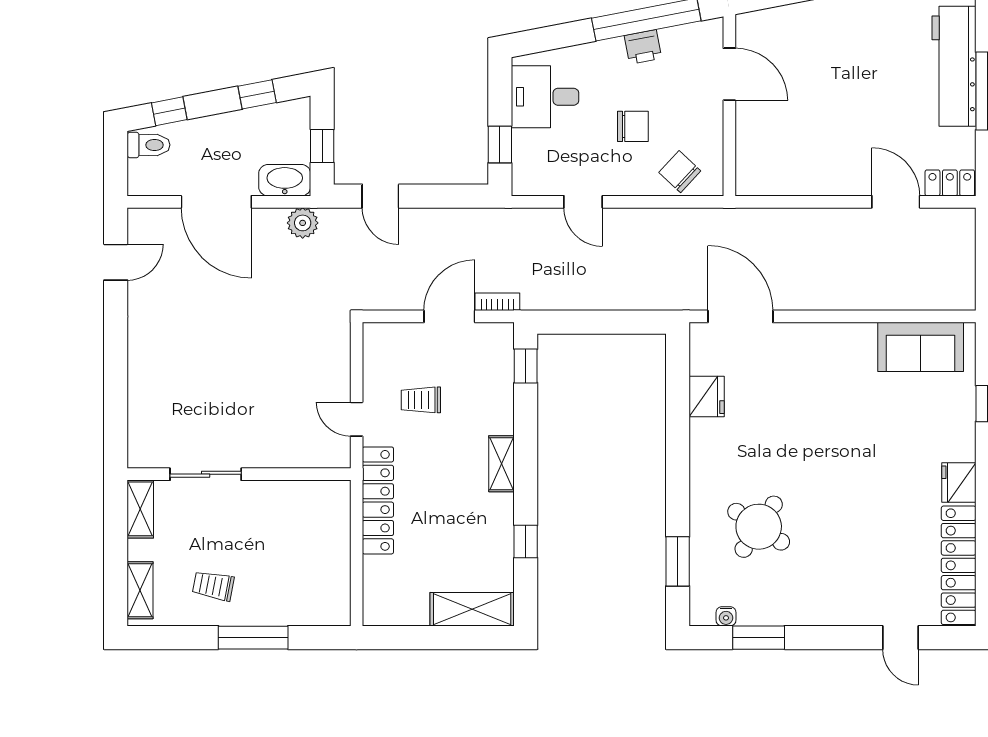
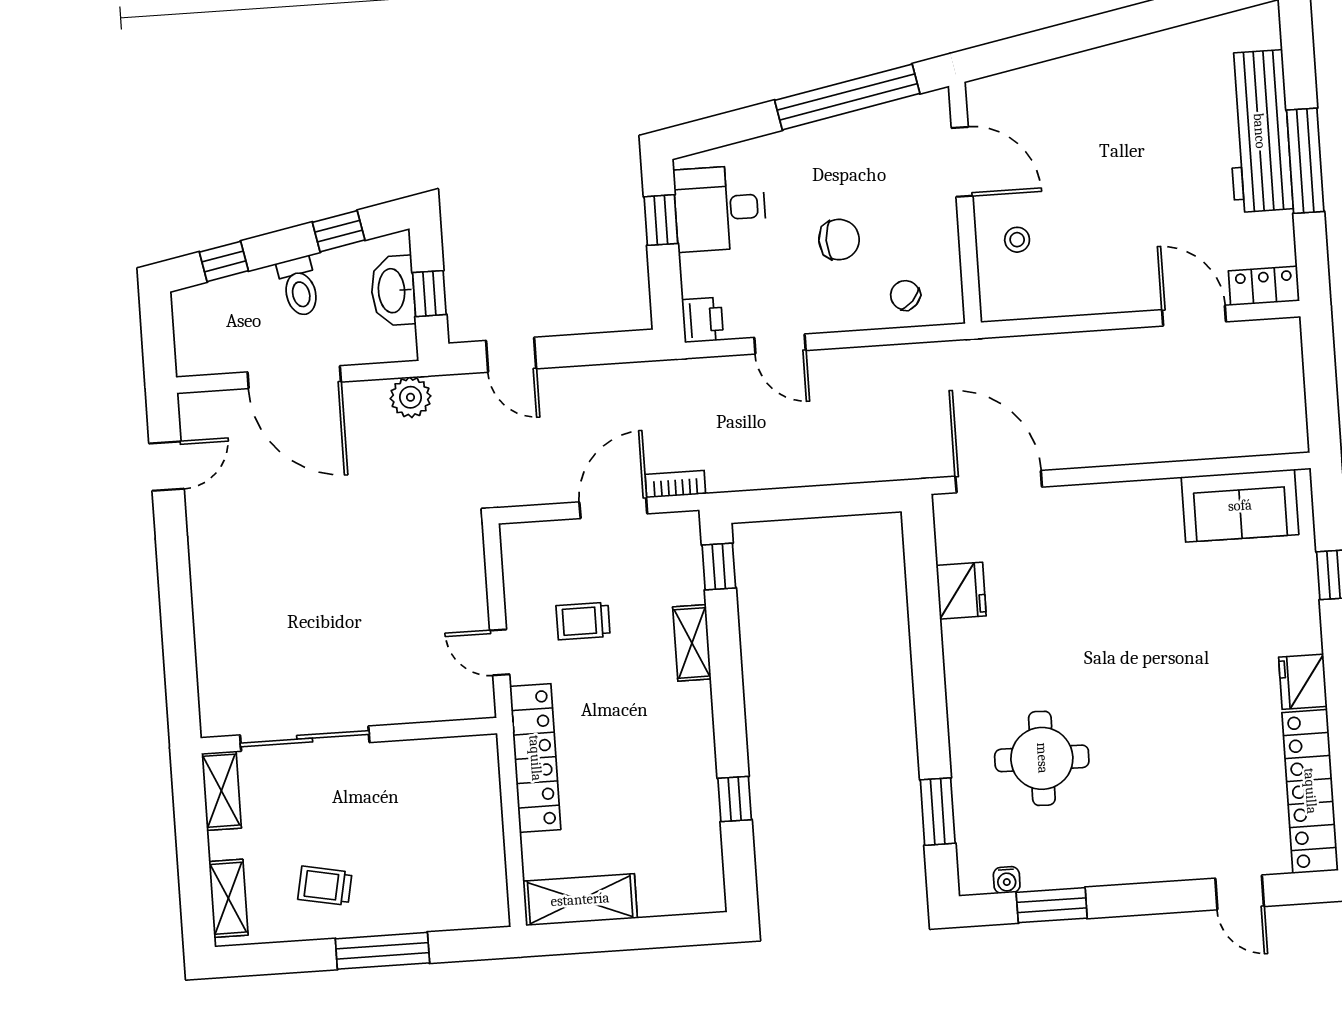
printer: (643, 47) -> (703, 320), moved, turned -79
stool: (767, 136) -> (1017, 240), added
toilet: (149, 145) -> (299, 287), moved, turned 79
window: (500, 145) -> (661, 220), moved
chair: (680, 172) -> (905, 295), width x0.73, depth x0.73
washbasin: (285, 180) -> (393, 291), moved, turned -90
shelving: (502, 464) -> (692, 643), moved
sliding door: (206, 474) -> (305, 739), width x1.37
round table: (759, 527) -> (1042, 758), turned -33
shelving: (472, 609) -> (580, 900), moved

